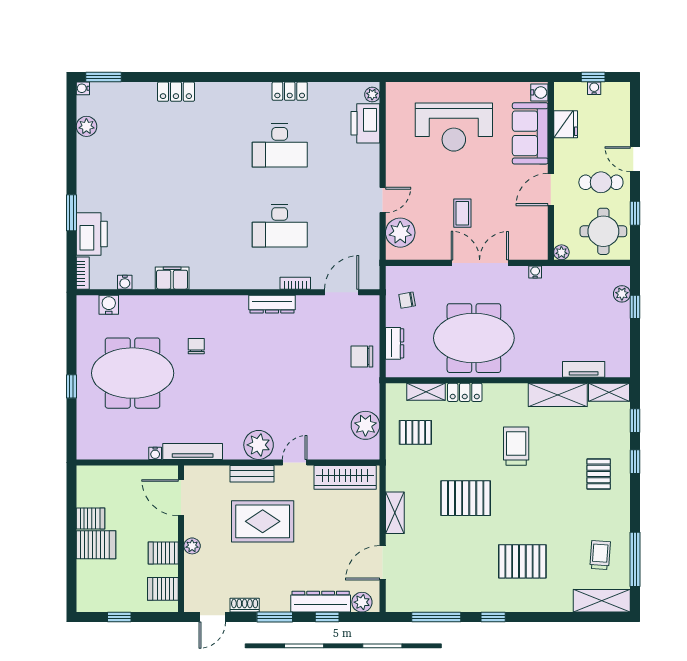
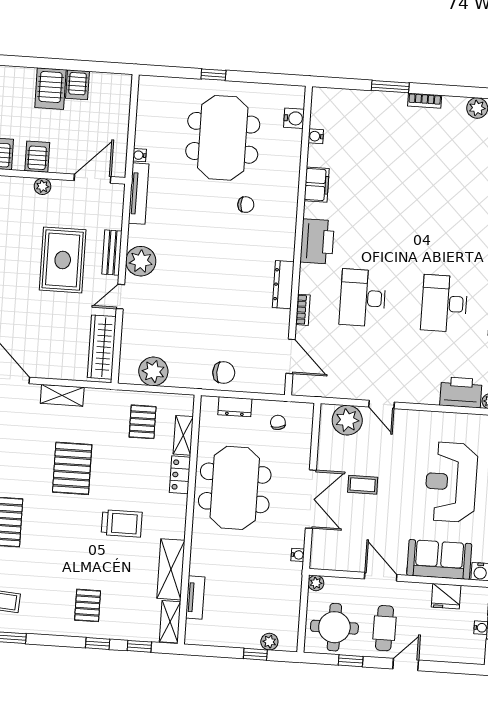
printer: (92, 234) -> (317, 241), moved, turned -90
bookcase: (83, 273) -> (425, 101), moved
chair: (362, 357) -> (224, 373), turned 90
door: (295, 462) -> (120, 297), swing flipped
pallet: (599, 474) -> (88, 605), turned 90

